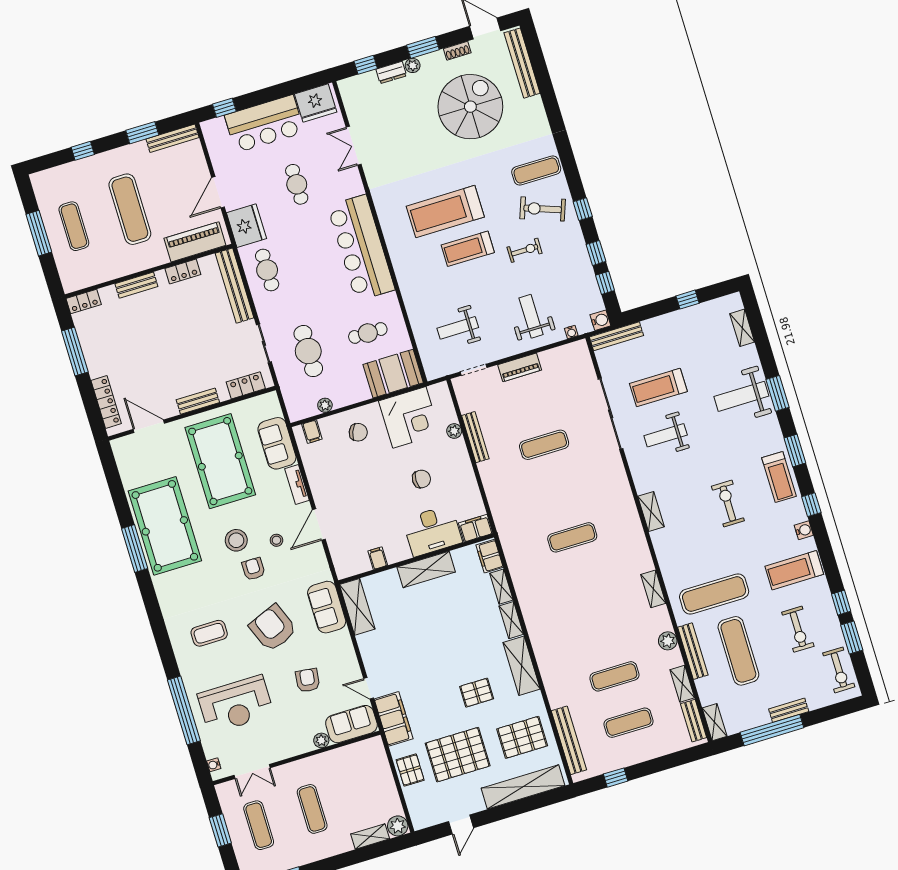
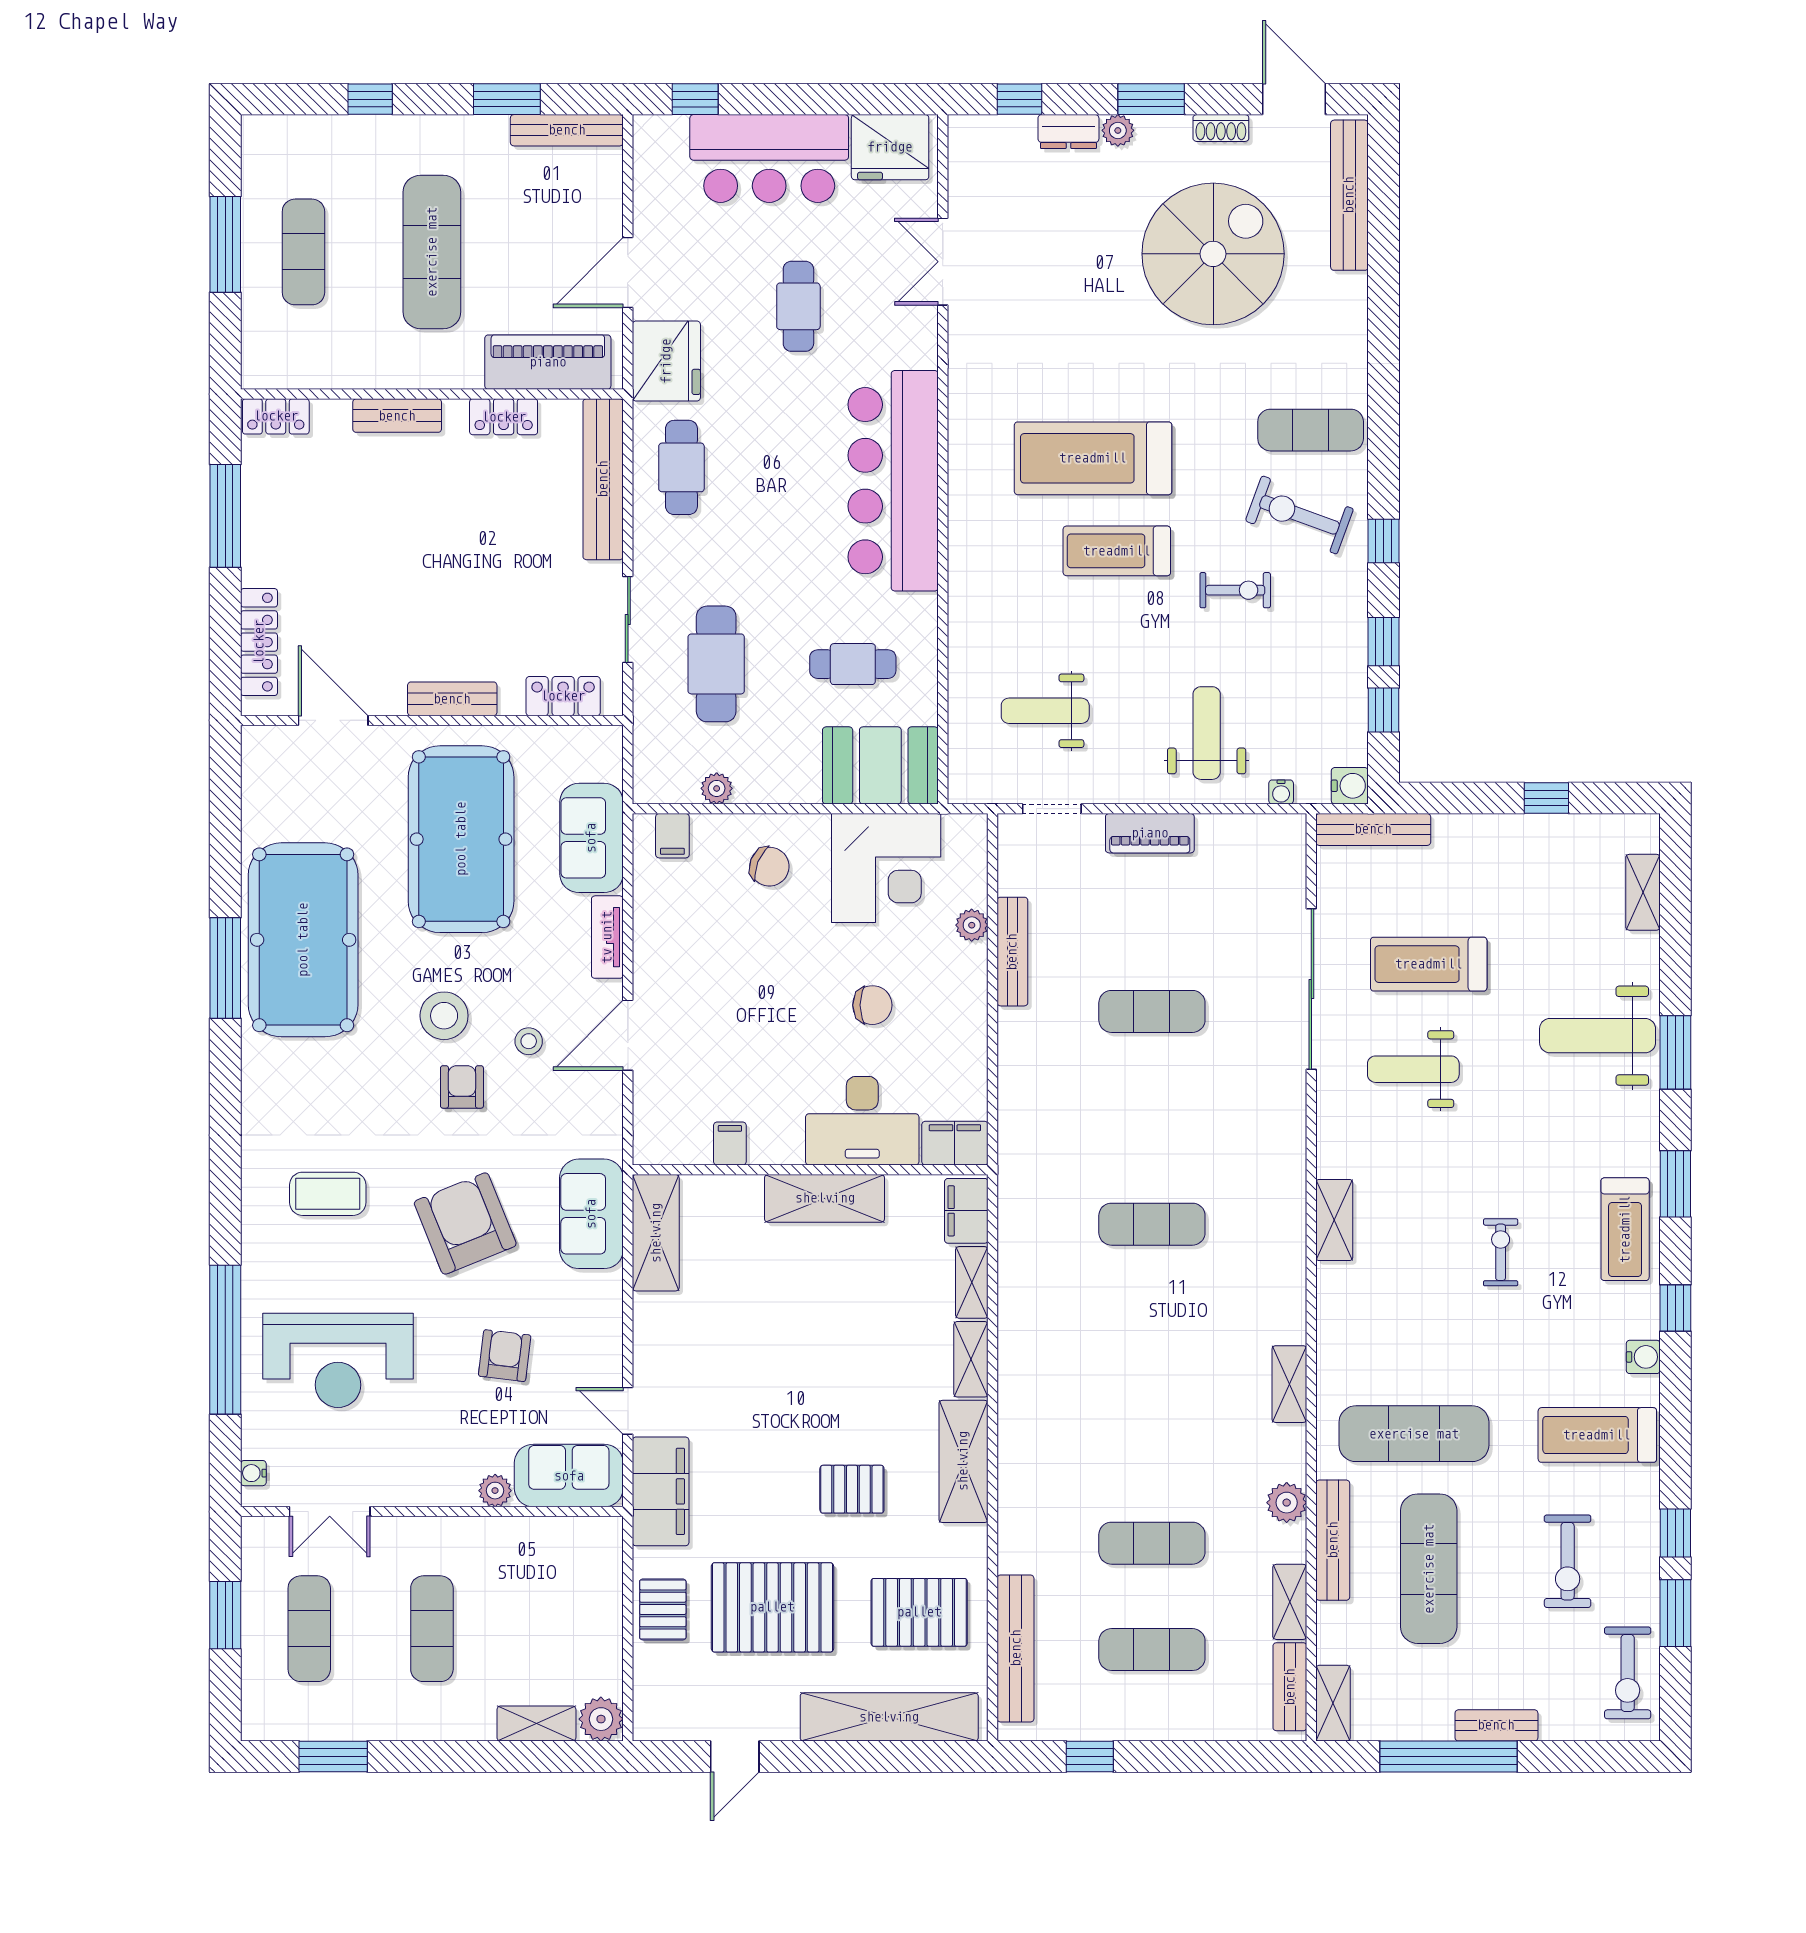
exercise bike: (728, 504) -> (1501, 1252), width x0.73, depth x0.72

